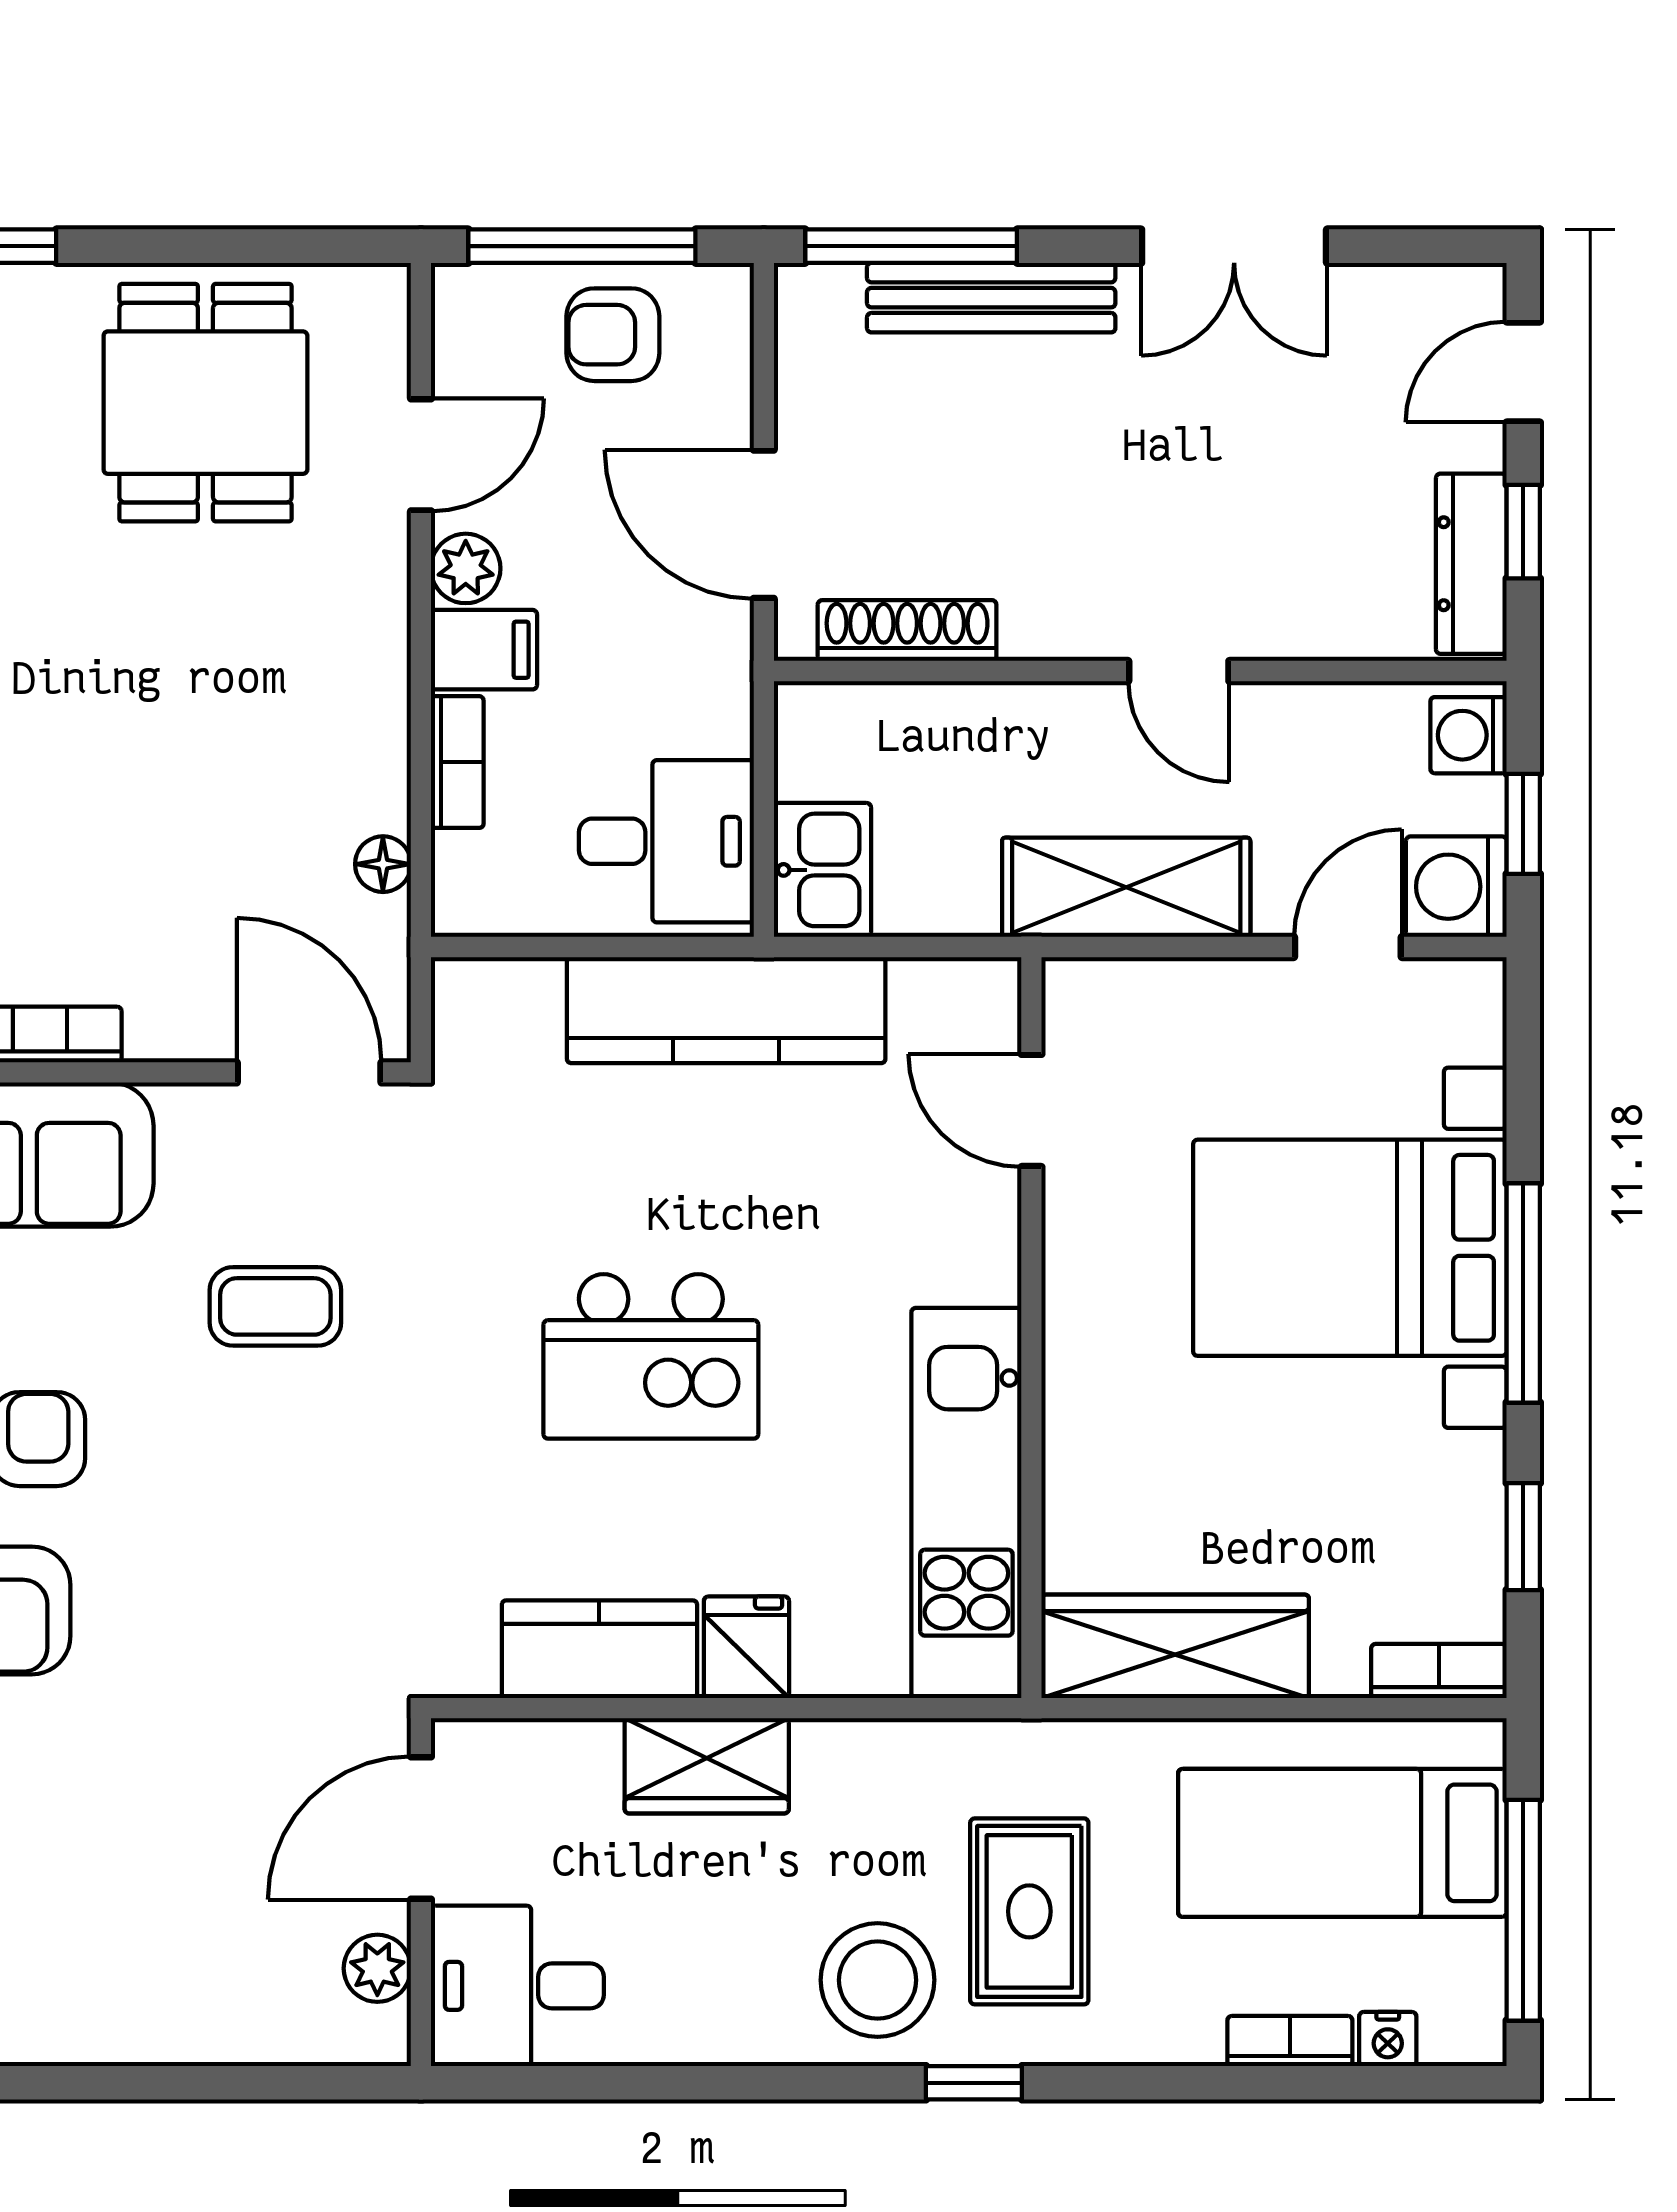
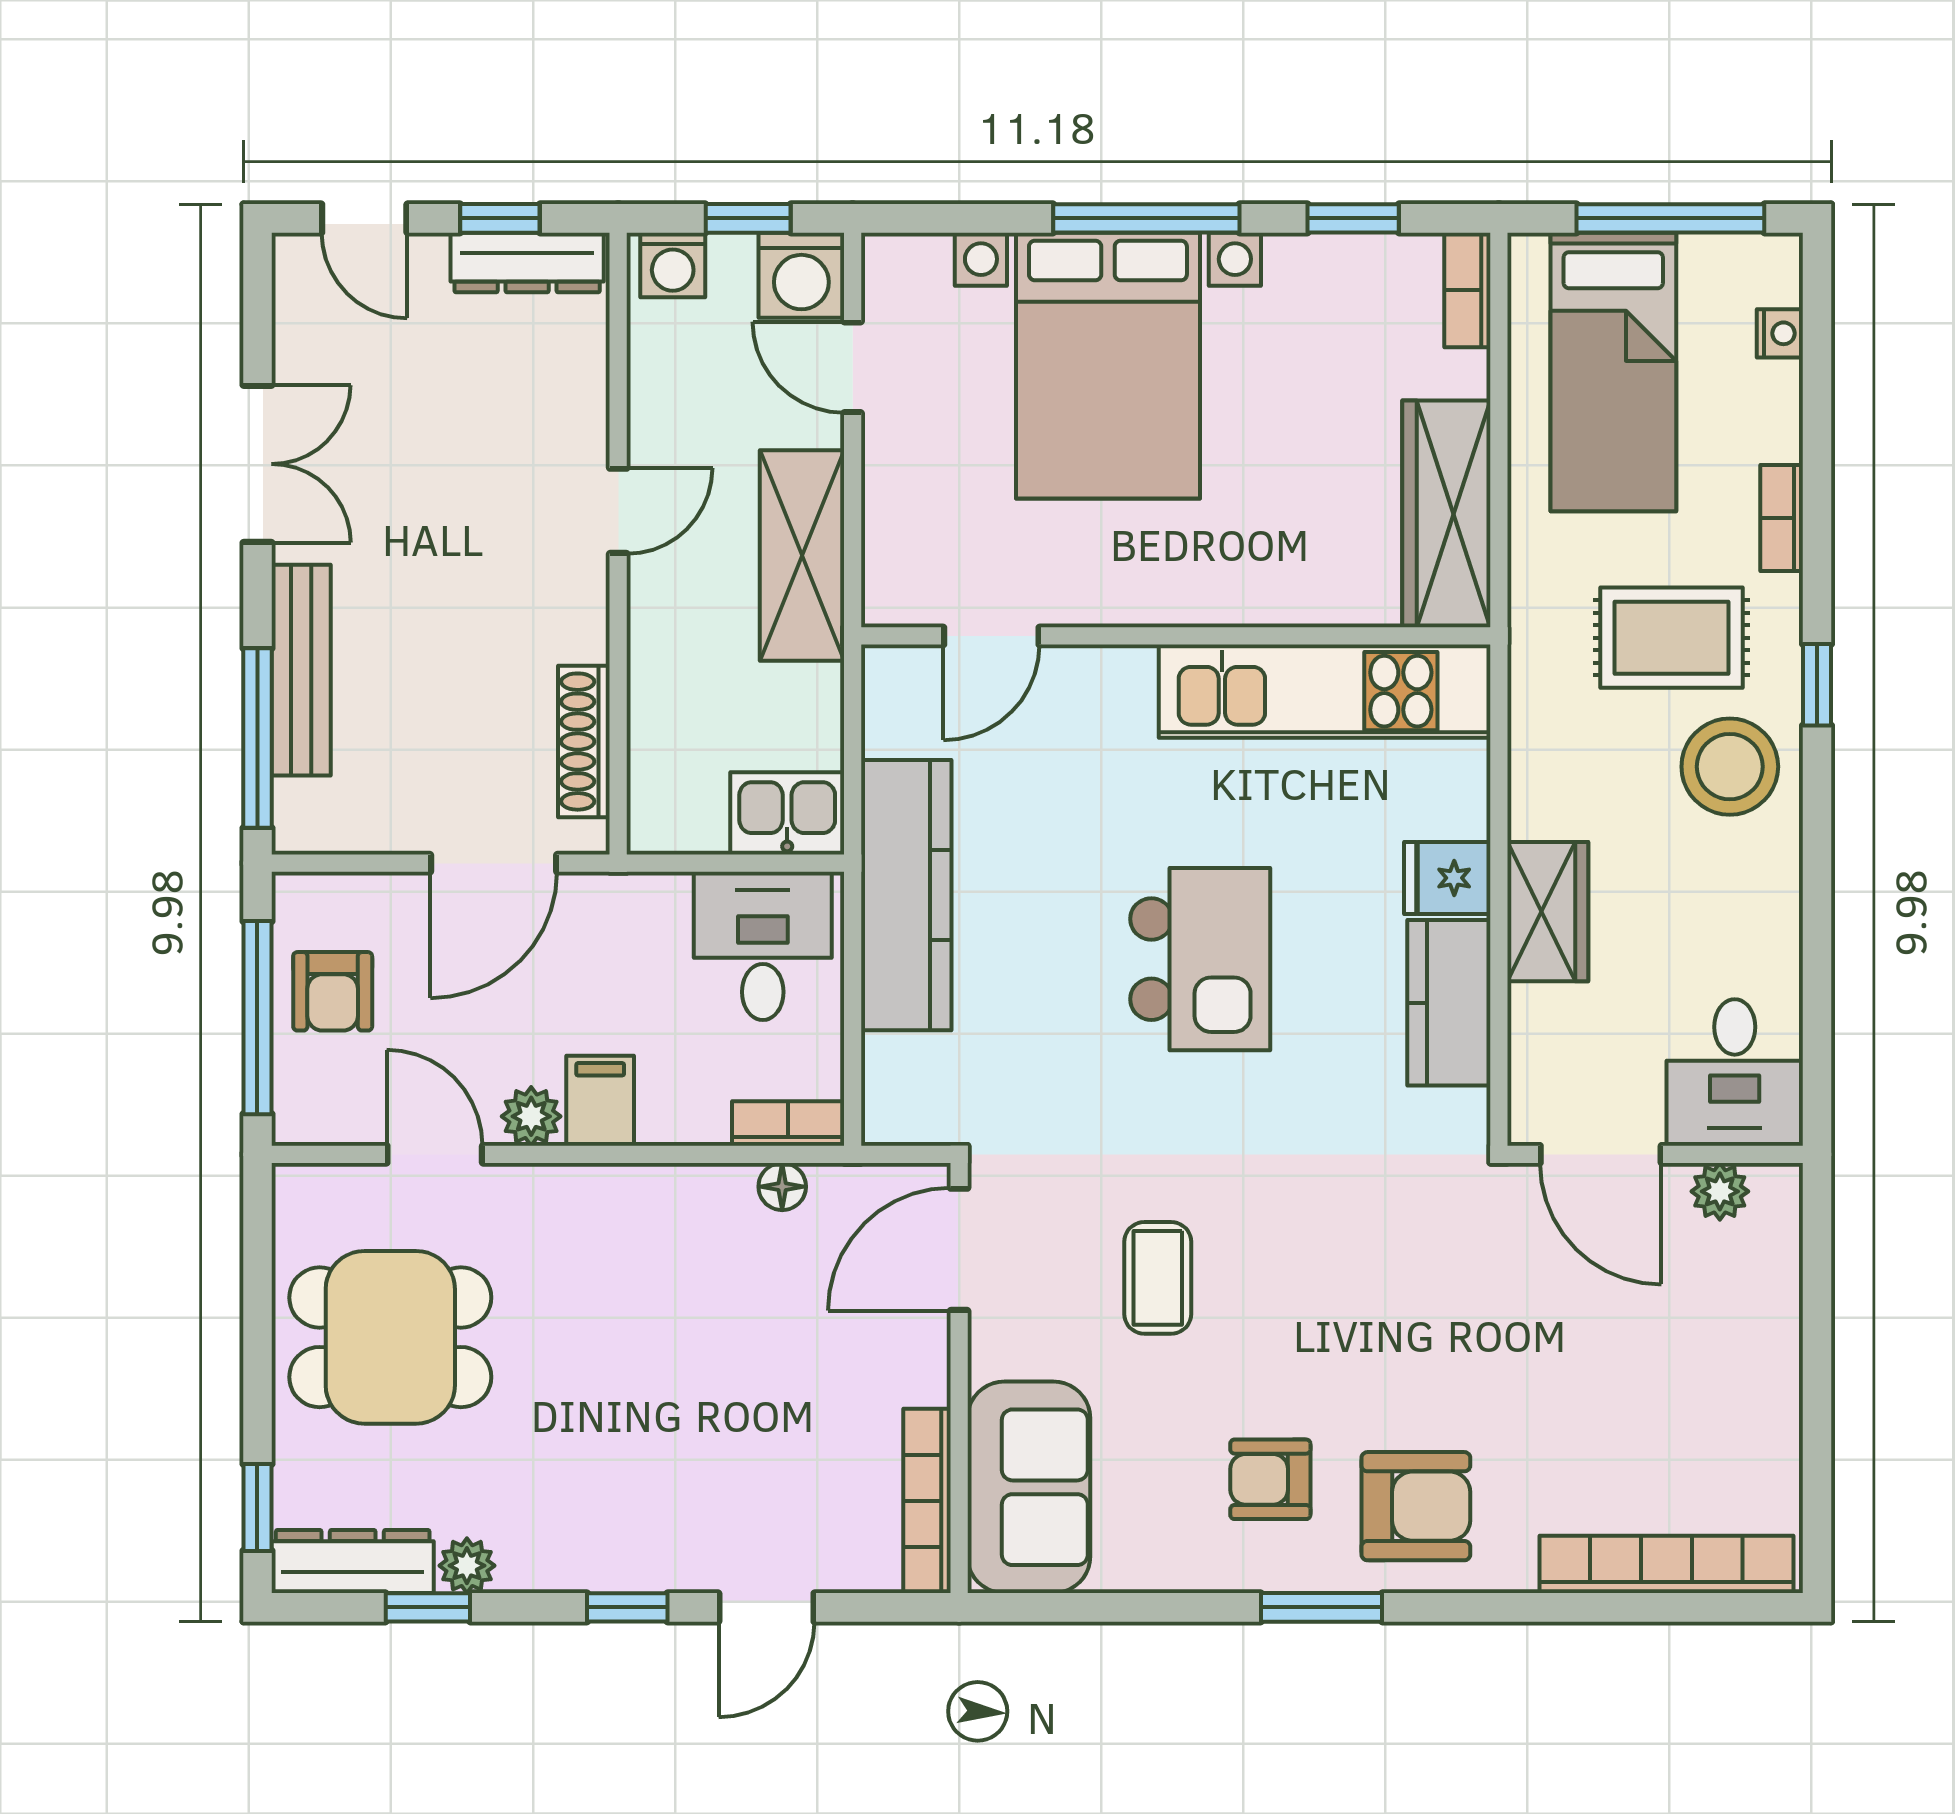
bookcase: (457, 762) -> (788, 1123), moved
bookcase: (1290, 2041) -> (1782, 518), moved

